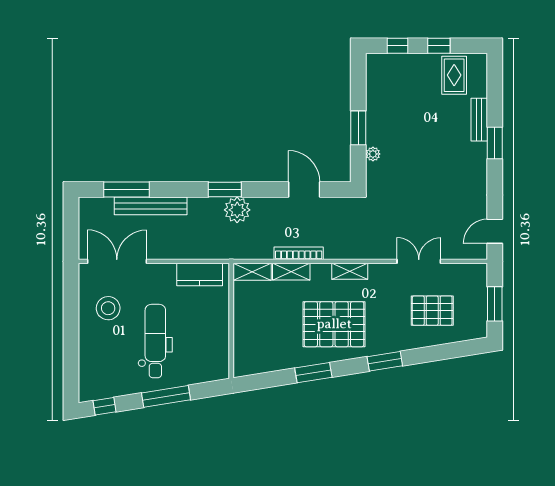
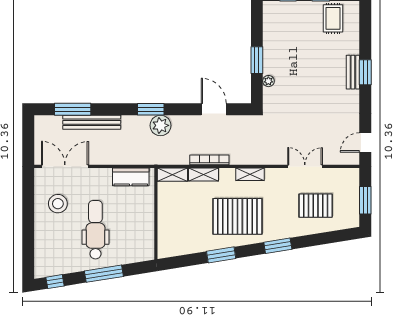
bench: (479, 120) -> (353, 72), moved

